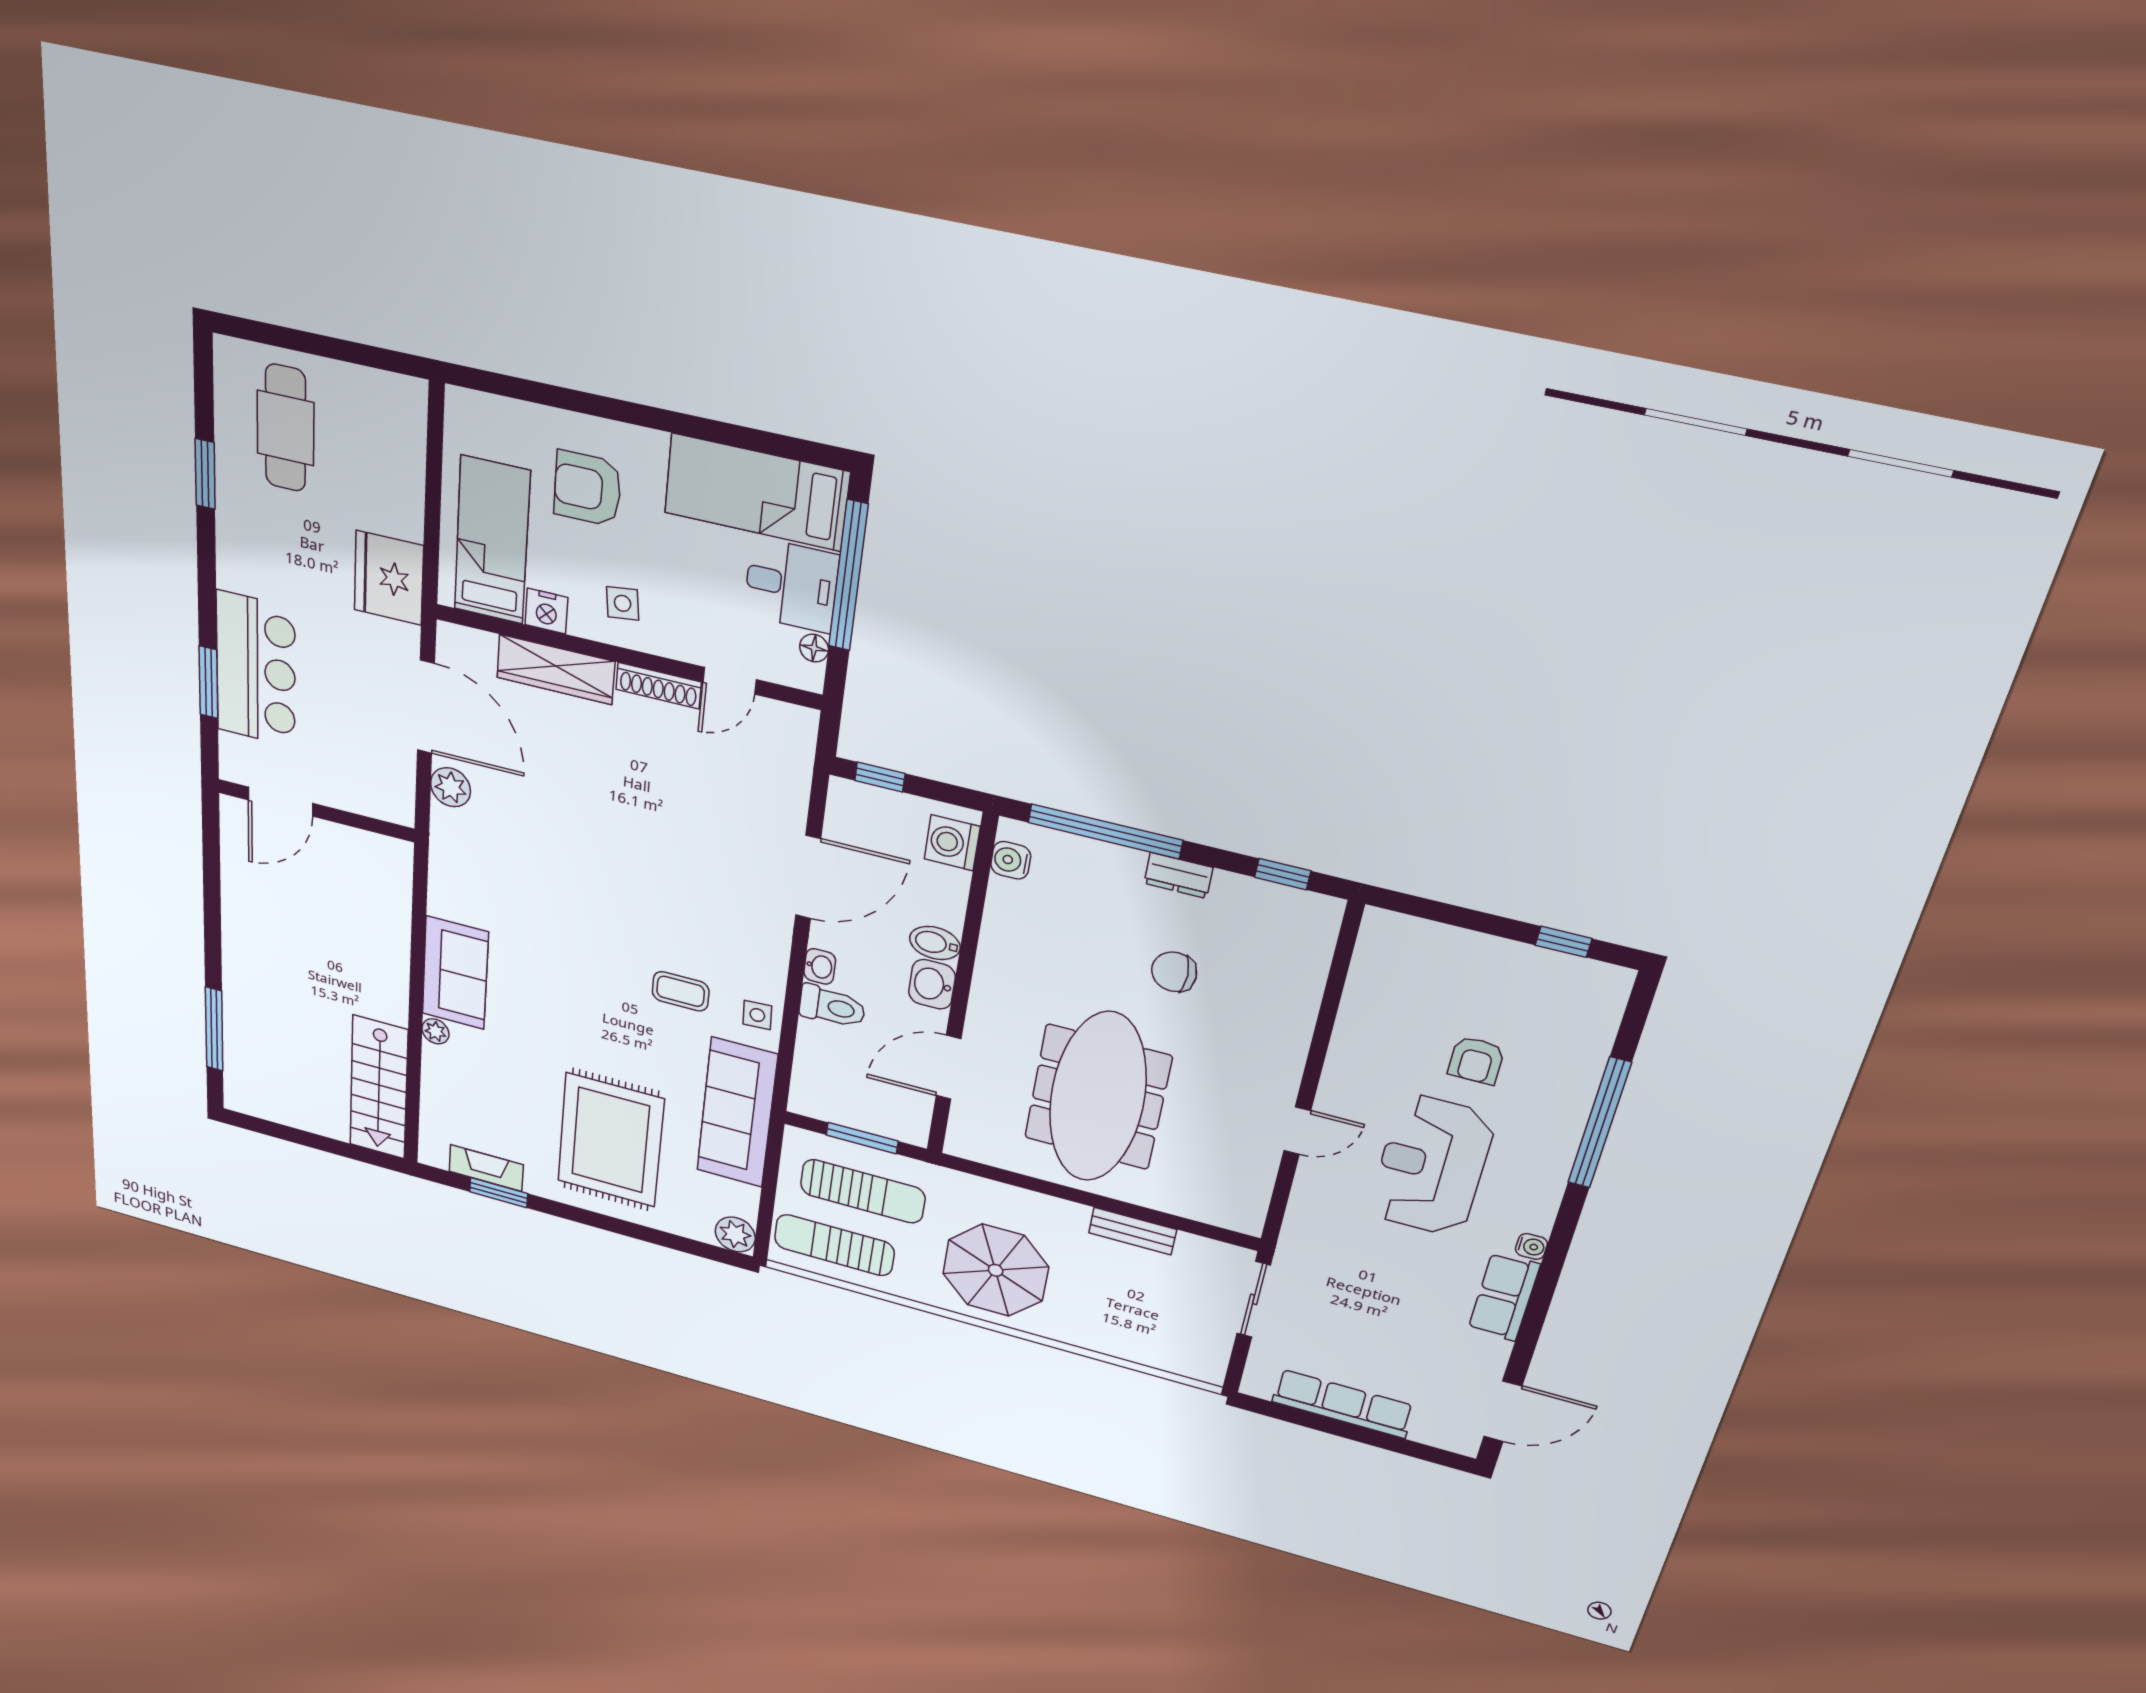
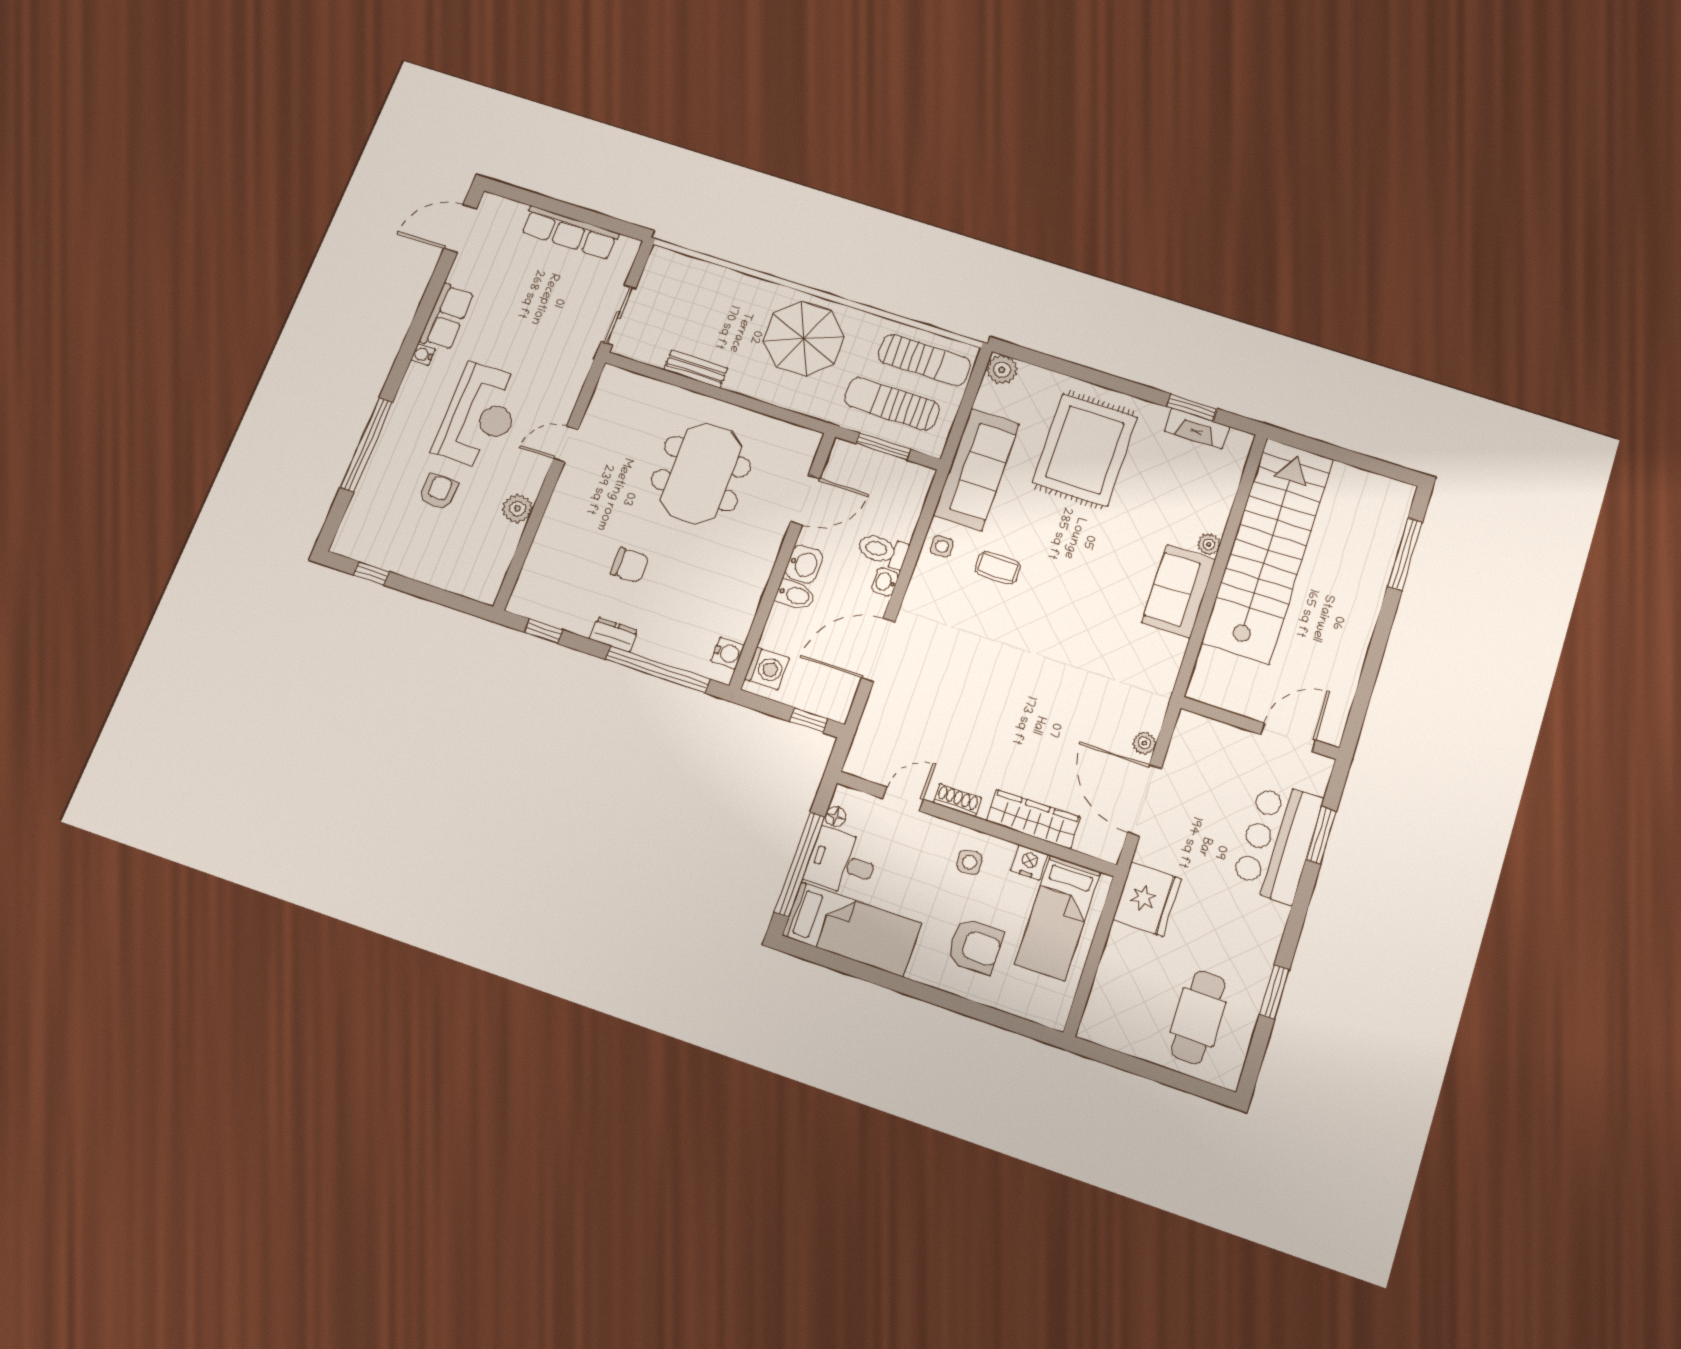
shoe rack: (658, 686) -> (957, 800), width x0.70
plant: (451, 787) -> (1144, 743), width x0.73, depth x0.73
plant: (1353, 1042) -> (517, 509), added
stairs: (379, 1088) -> (1268, 550), width x1.86, depth x1.51
meeting table: (1098, 1097) -> (701, 473), width x0.73

